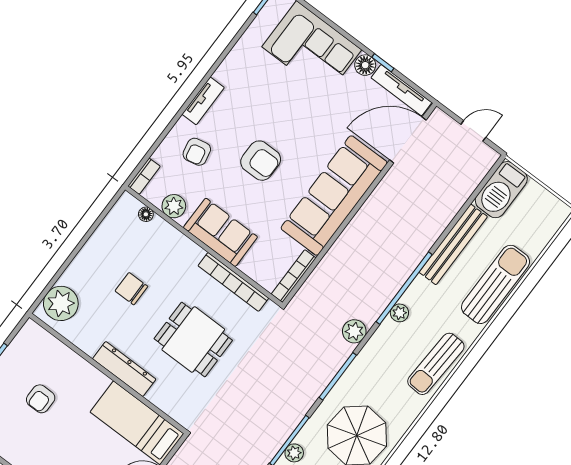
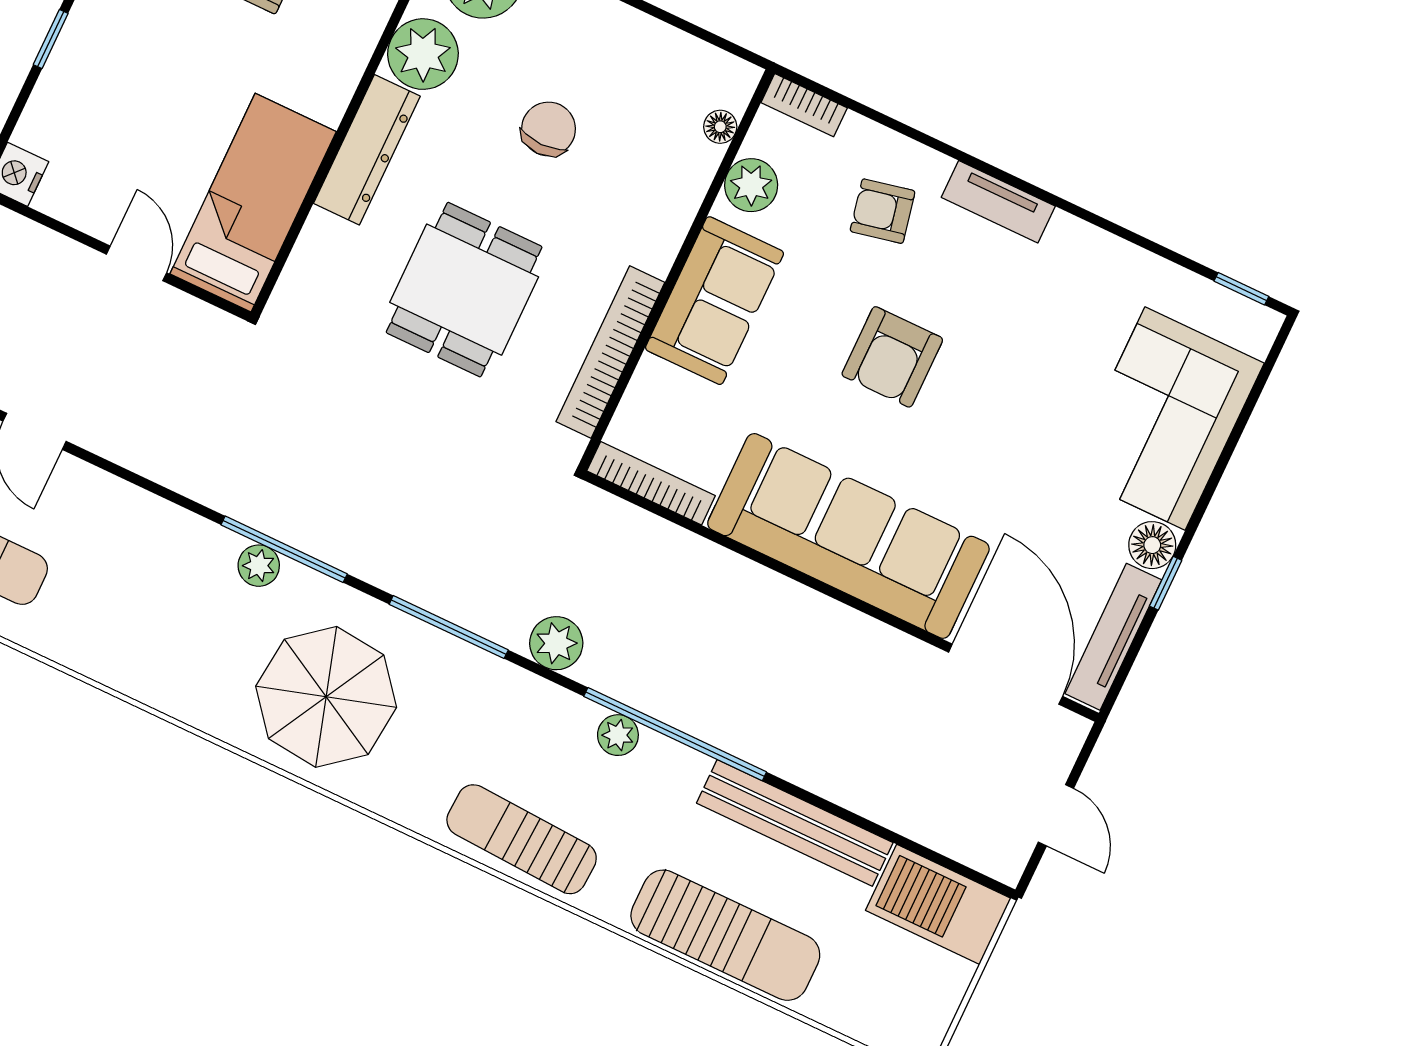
plant: (88, 336) -> (423, 54), added

